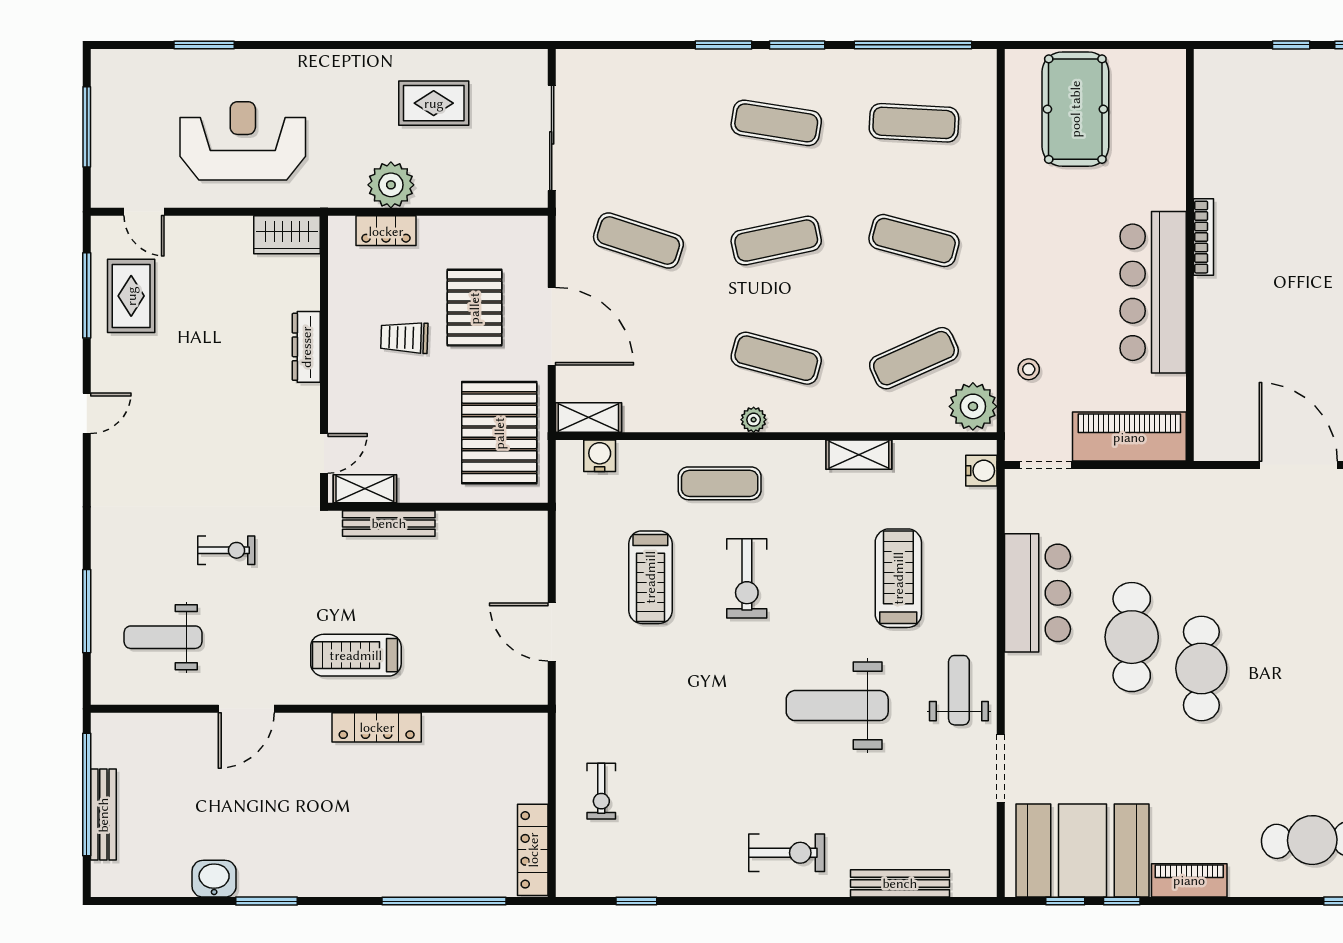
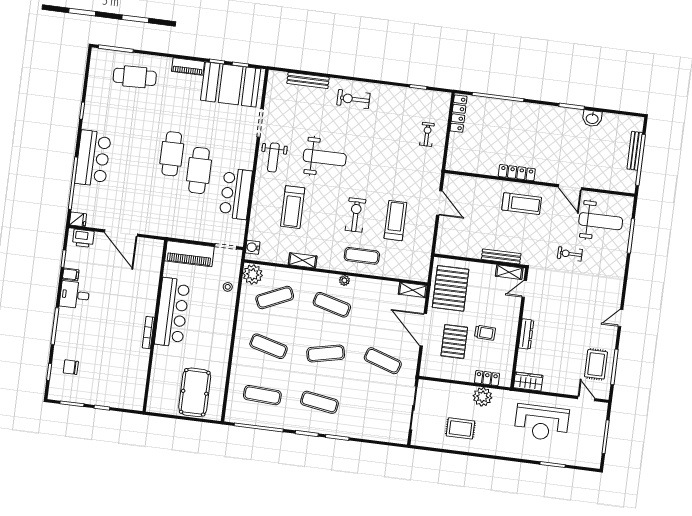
water cooler: (600, 456) -> (410, 273), removed
weight bench: (163, 637) -> (601, 221), width x1.36, depth x1.33
door: (246, 709) -> (570, 187), swing flipped

